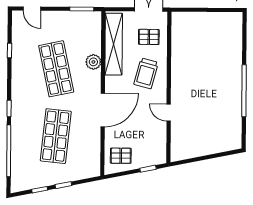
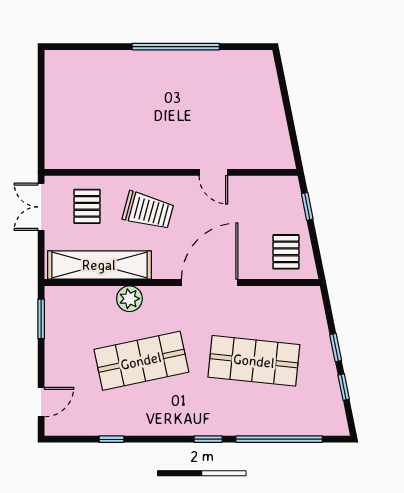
door: (103, 110) -> (210, 283), hinge flipped
door: (169, 113) -> (213, 172), hinge flipped

